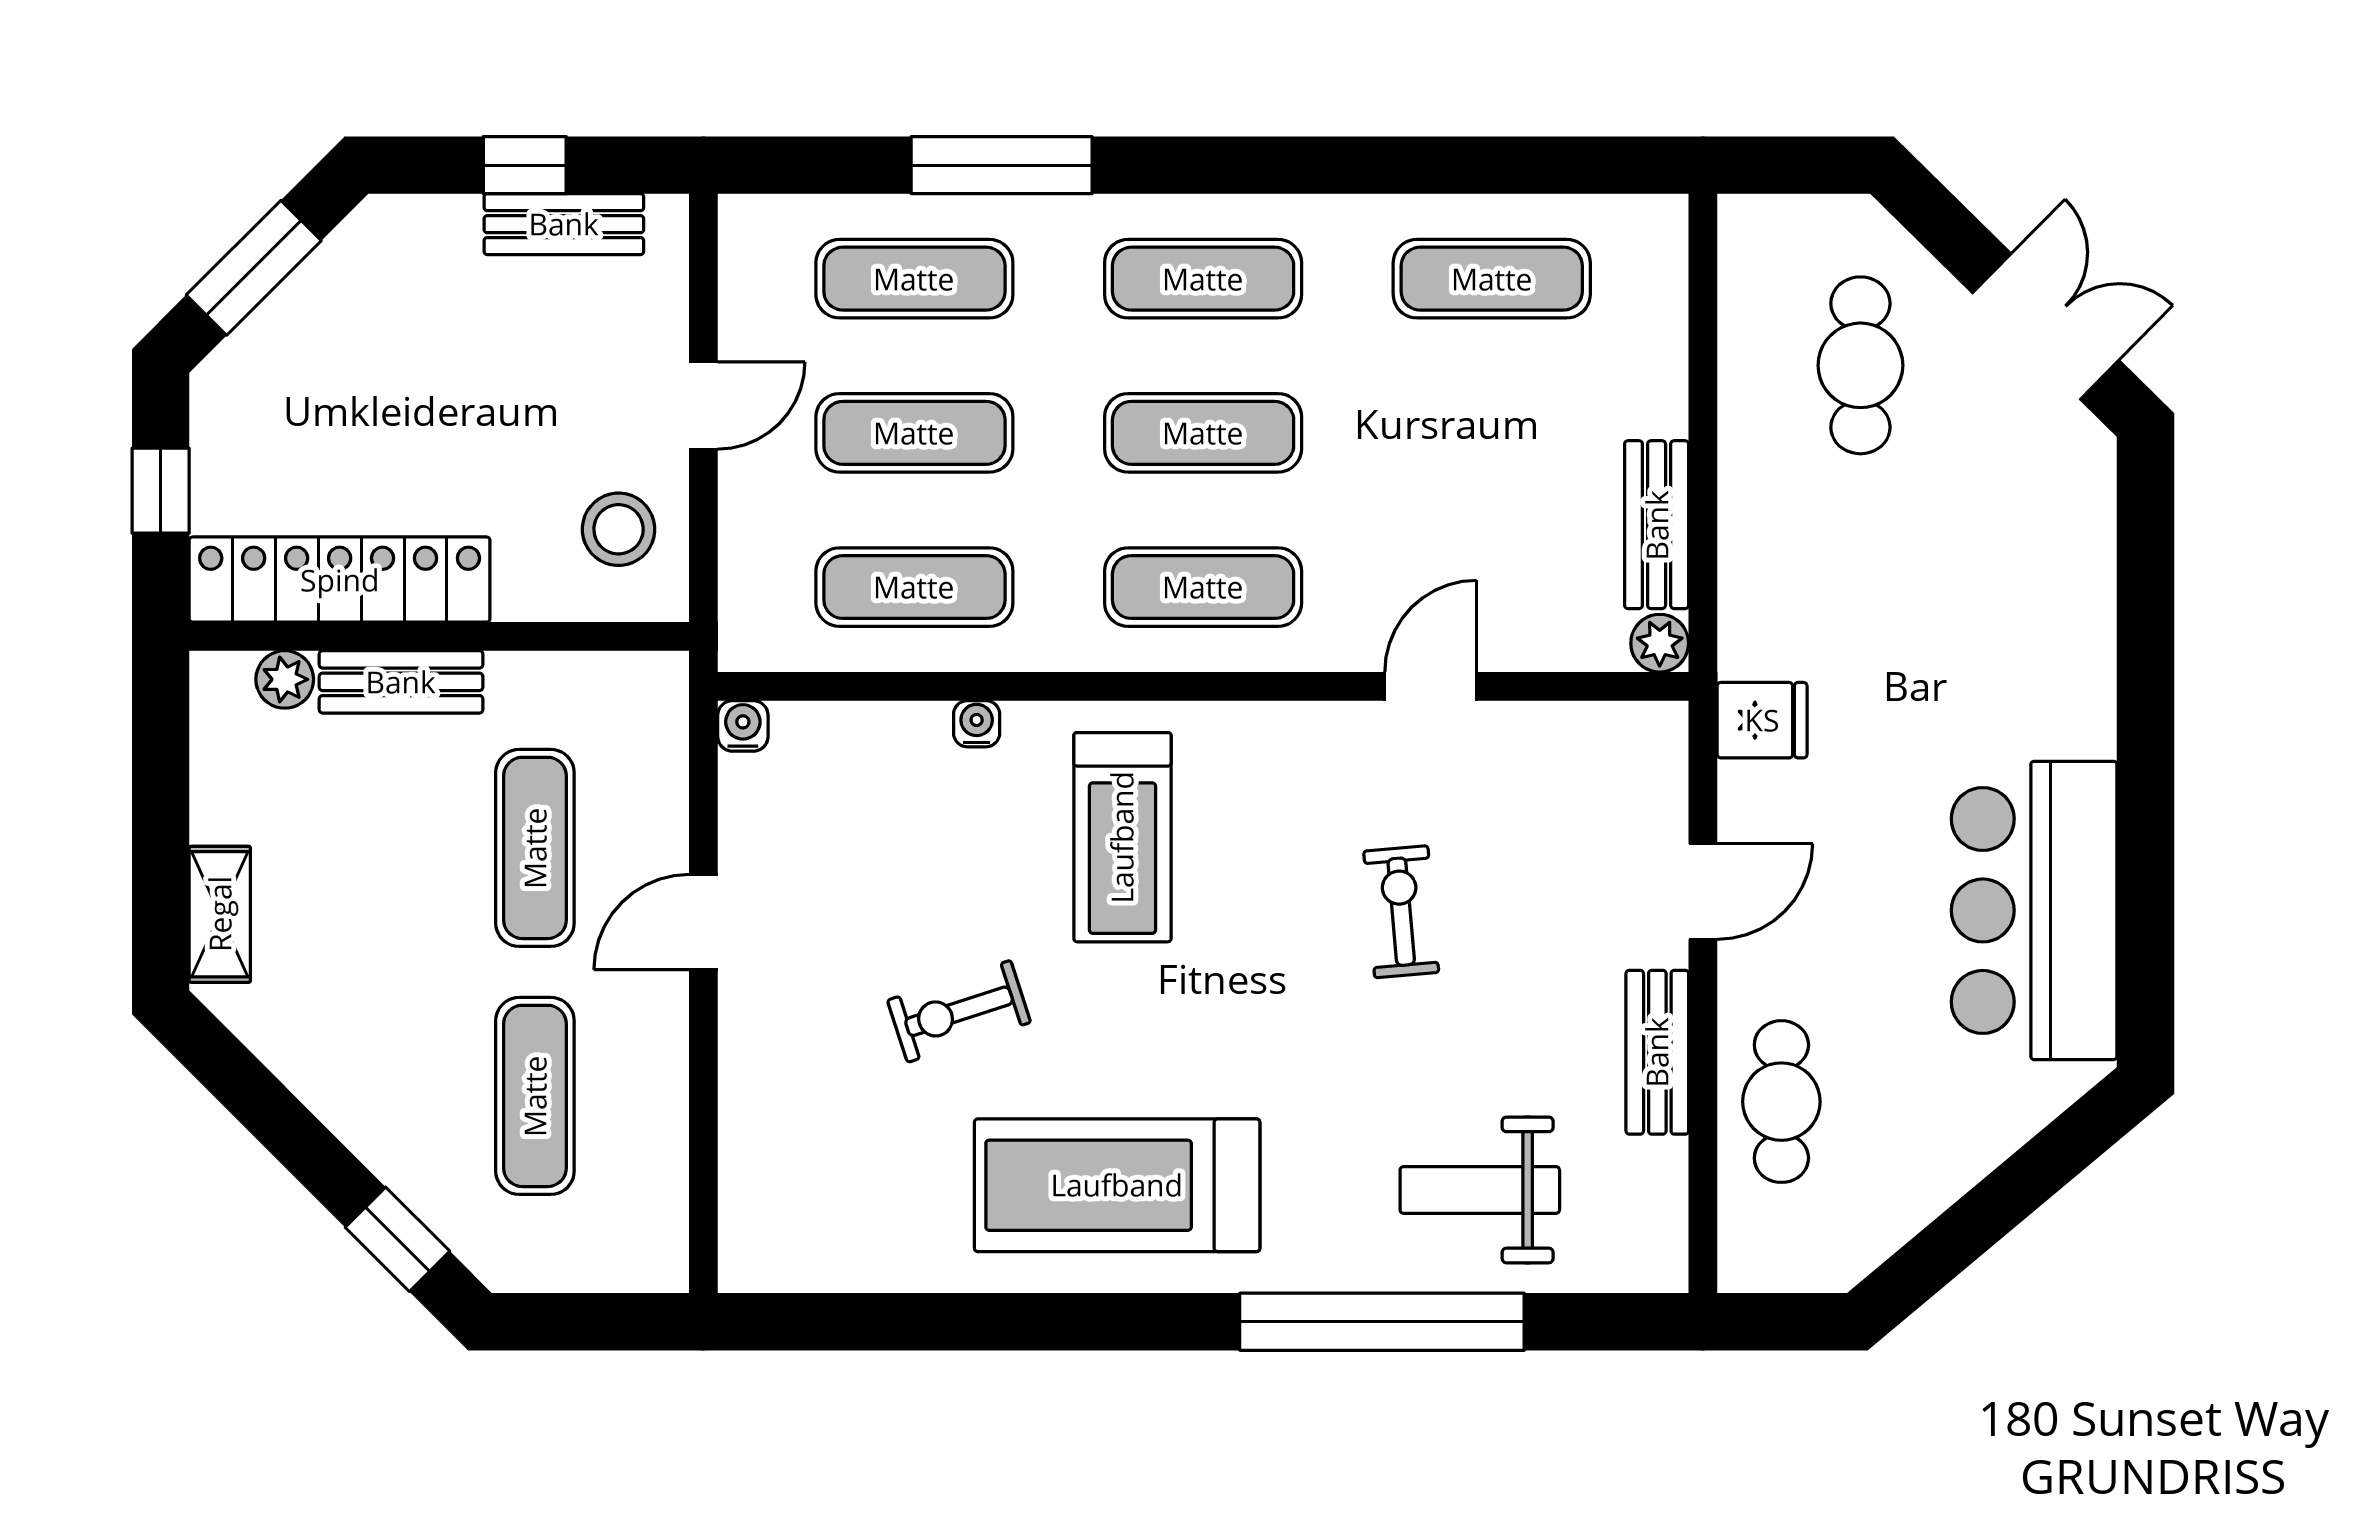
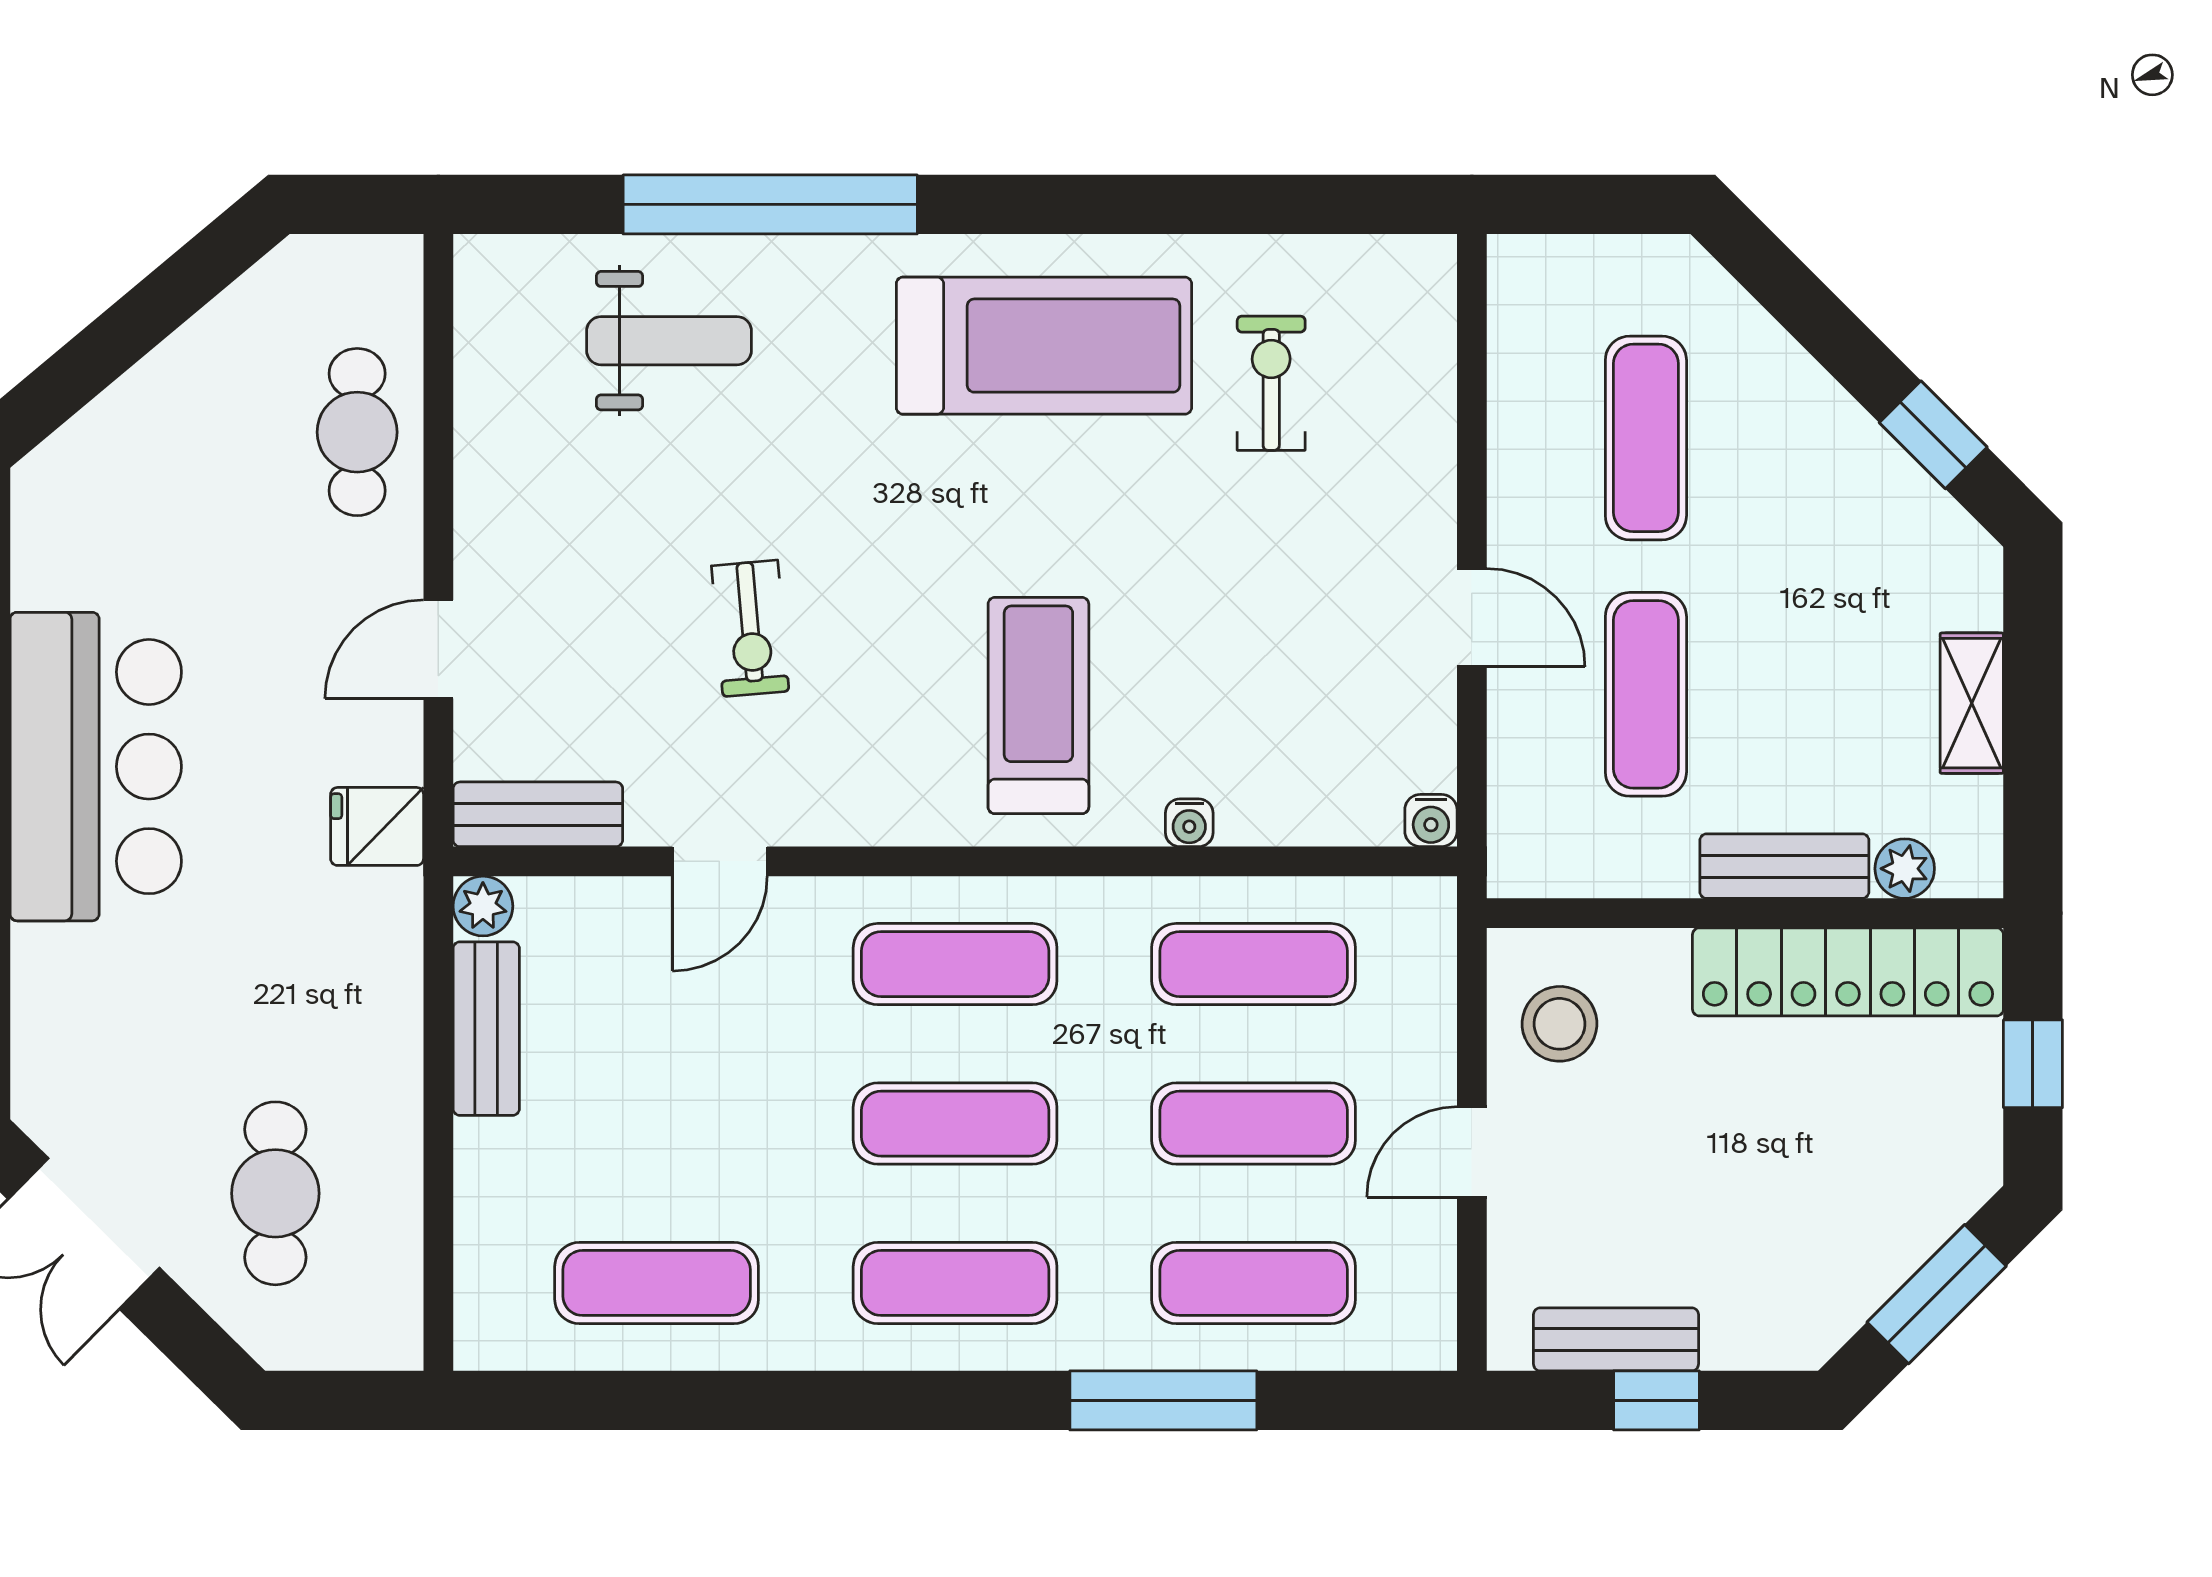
bar counter: (2034, 910) -> (96, 767), moved
shelving: (220, 914) -> (1972, 703), moved
door: (703, 922) -> (1472, 618), hinge flipped
exercise bike: (959, 1011) -> (1271, 383), moved, turned -72
bench: (1657, 1052) -> (538, 814), moved, turned 90
window: (398, 1239) -> (1933, 435), moved

